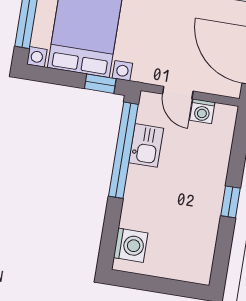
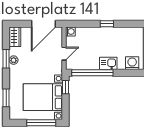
washing machine: (202, 111) -> (70, 31), moved
kitchen sink: (146, 145) -> (108, 63), moved

